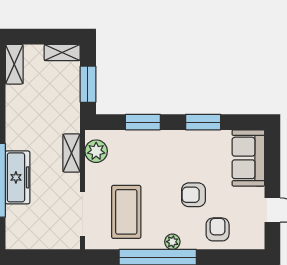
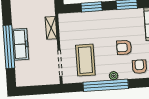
plant: (96, 151) -> (65, 26), removed

